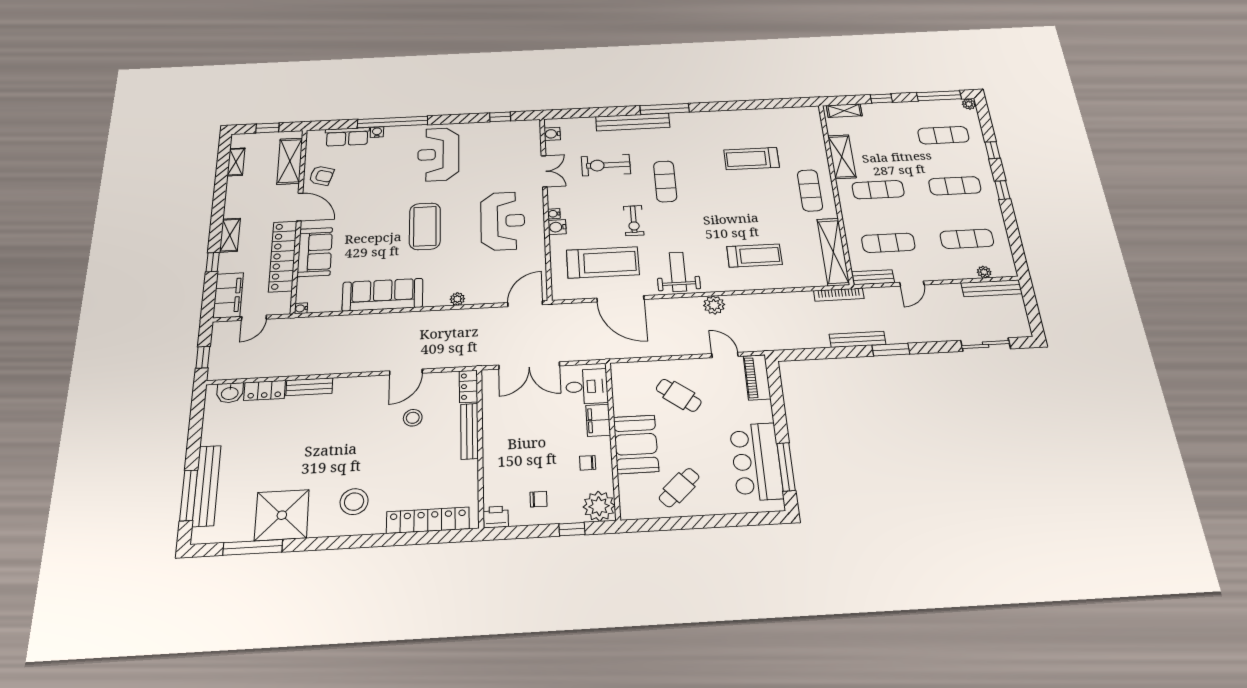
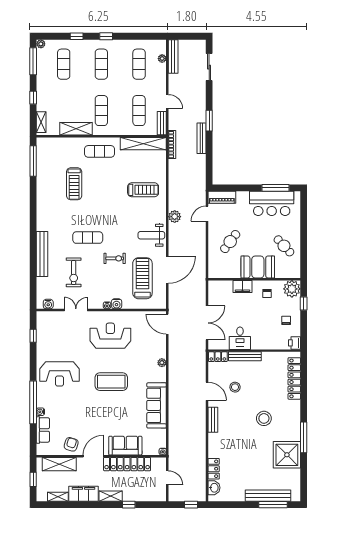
window: (665, 109) -> (33, 161), moved
treadmill: (754, 256) -> (143, 190), turned 90
filing cabinet: (228, 295) -> (84, 494), moved
bench: (309, 387) -> (213, 420), moved
desk: (587, 387) -> (240, 338), moved, turned 180
stool: (354, 502) -> (264, 418), moved
window: (253, 547) -> (304, 437), moved

